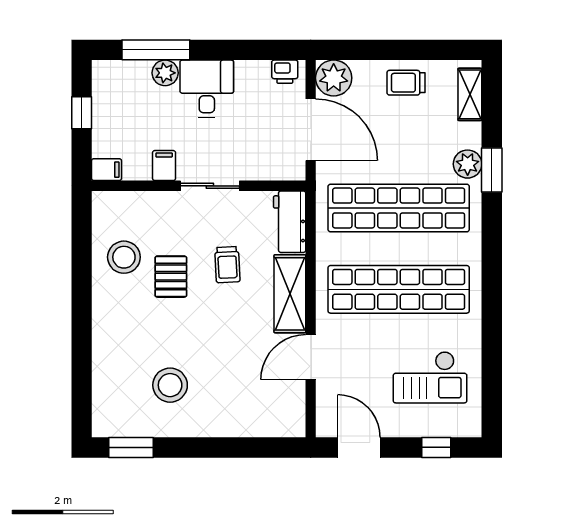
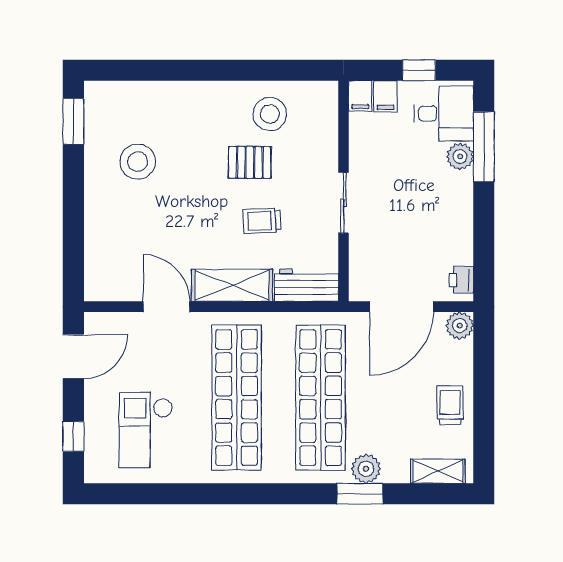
plant: (334, 78) -> (460, 326), width x0.73, depth x0.73
desk: (207, 89) -> (444, 113), moved
filing cabinet: (164, 166) -> (385, 96), moved, turned 90

